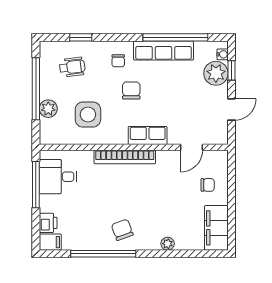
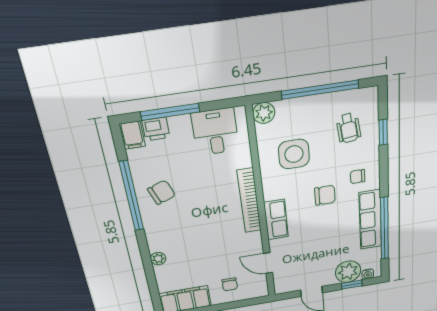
plant: (48, 109) -> (264, 113), moved
window: (36, 185) -> (170, 112), moved
chair: (122, 230) -> (162, 192), moved

